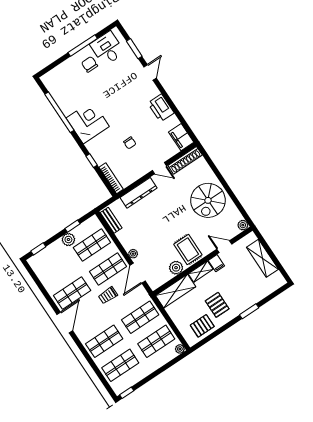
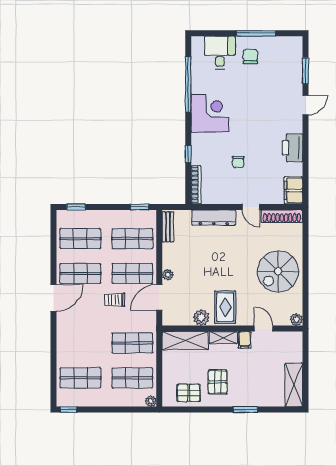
desk: (107, 48) -> (220, 53), moved
window: (73, 226) -> (140, 207), moved
plant: (68, 240) -> (112, 218), removed
shelving: (262, 258) -> (294, 385), moved
shop shelf: (104, 341) -> (80, 239), moved

